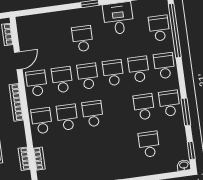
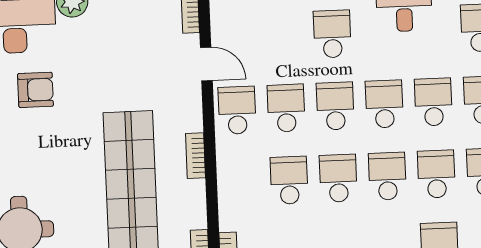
door: (18, 61) -> (206, 64), hinge flipped
bookcase: (16, 102) -> (196, 156), width x0.64
school desk: (42, 121) -> (387, 176), moved

